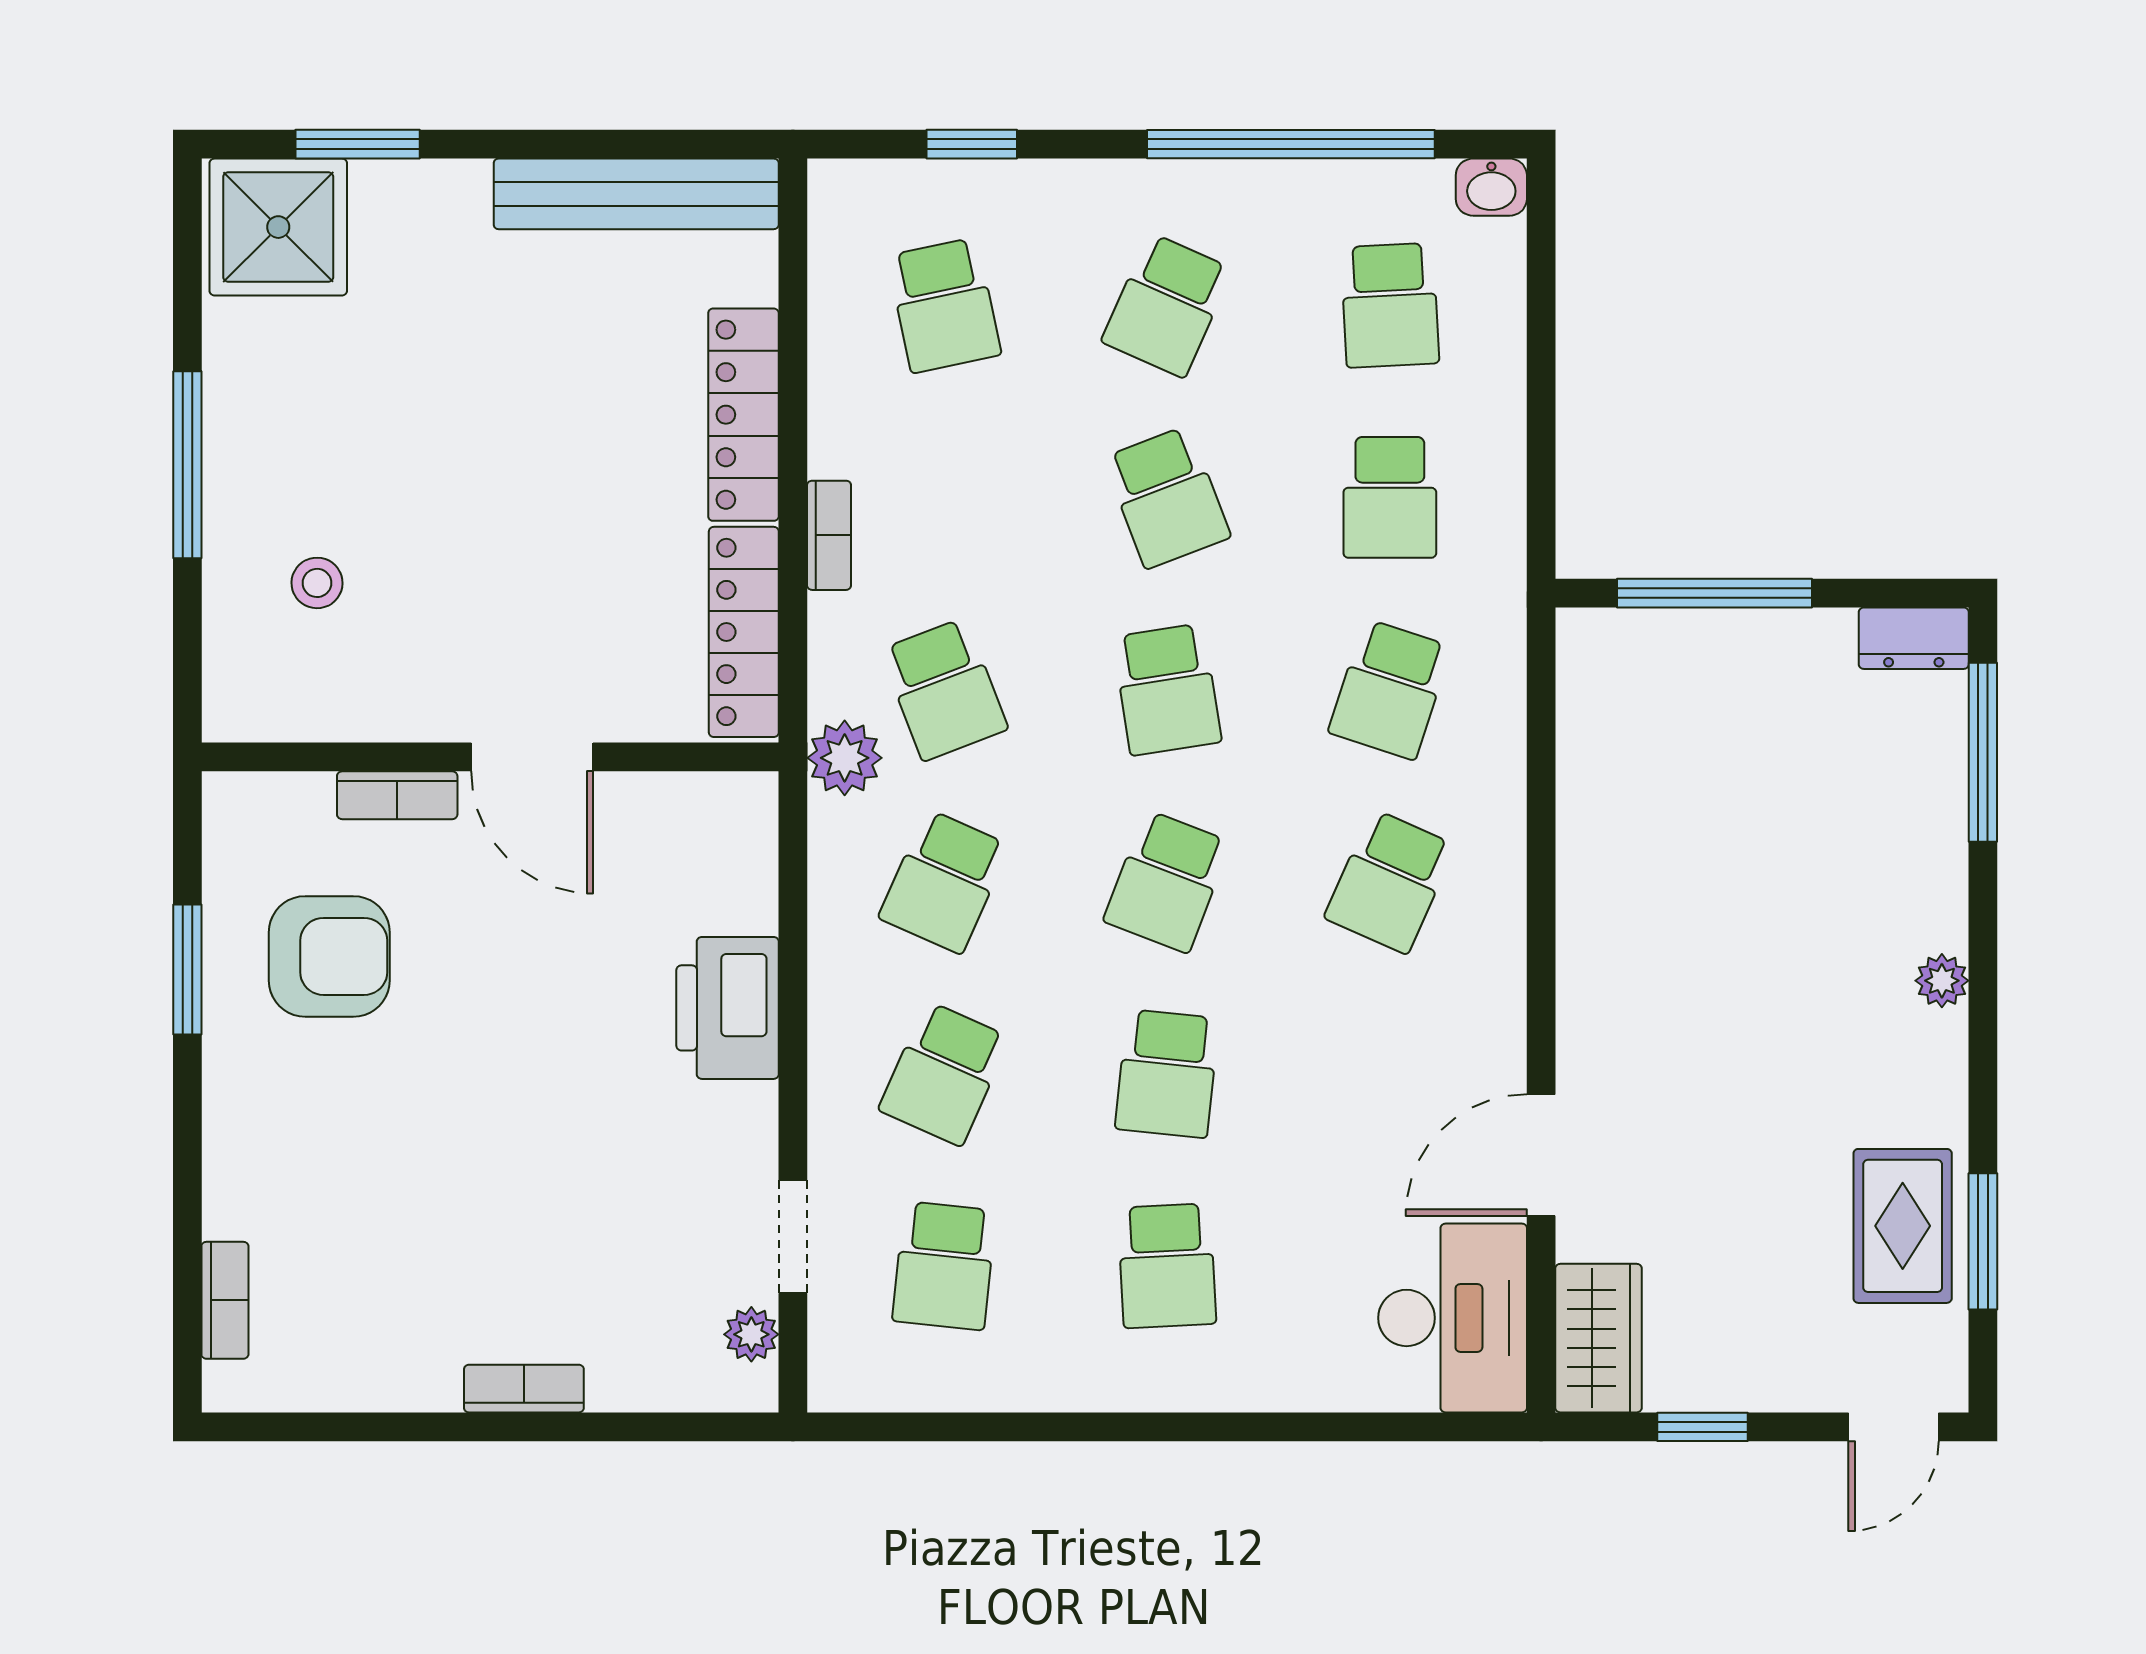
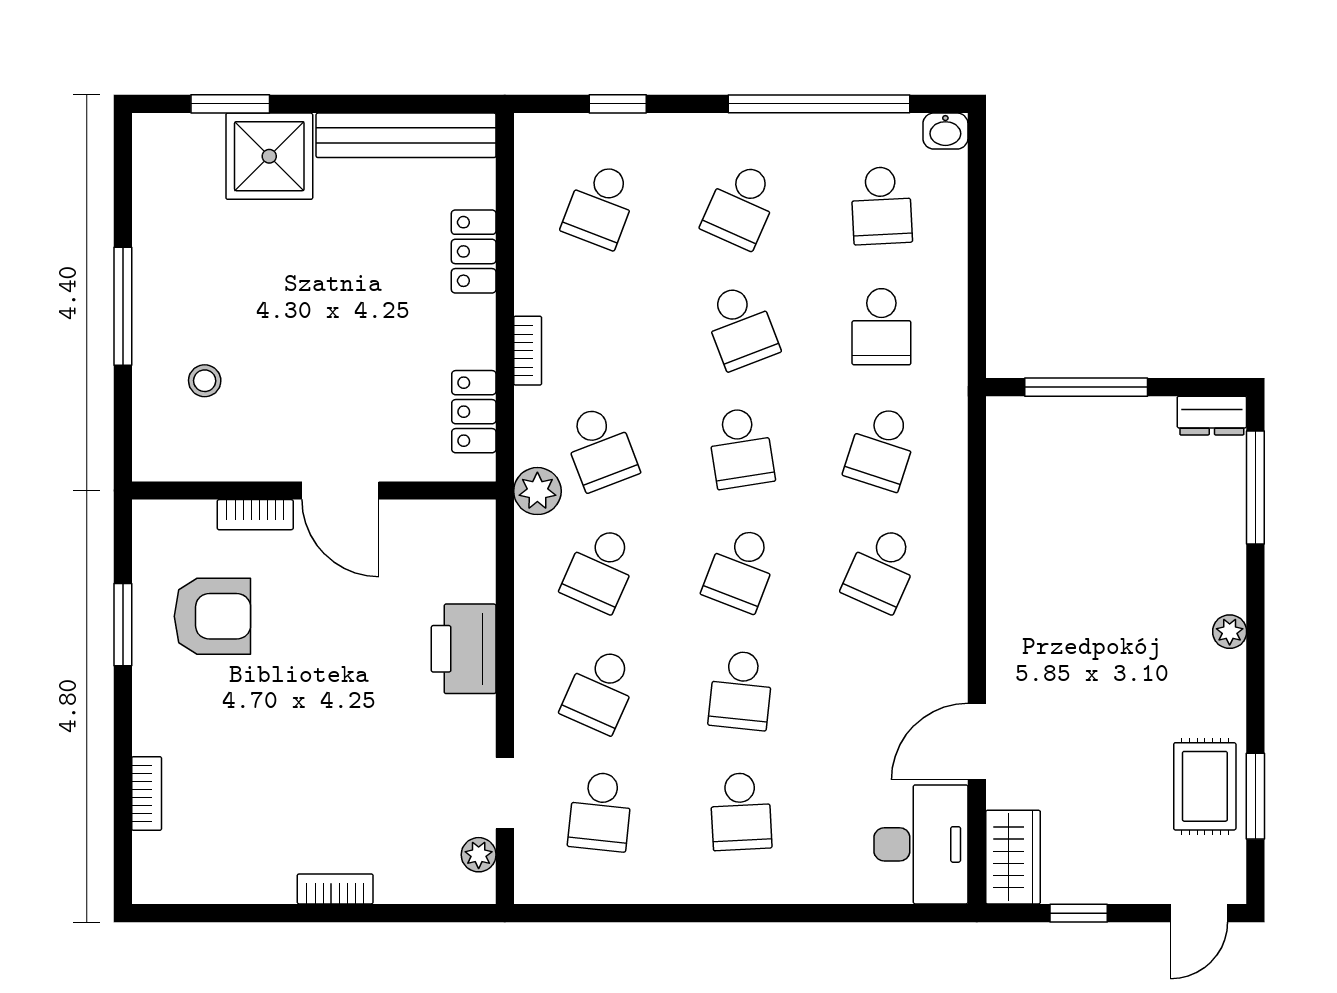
shower: (278, 227) -> (269, 156), moved
school desk: (944, 305) -> (600, 206), turned 33
locker: (743, 415) -> (474, 251), width x0.66
locker: (744, 632) -> (474, 412), width x0.66
bookcase: (225, 1300) -> (147, 794), moved

